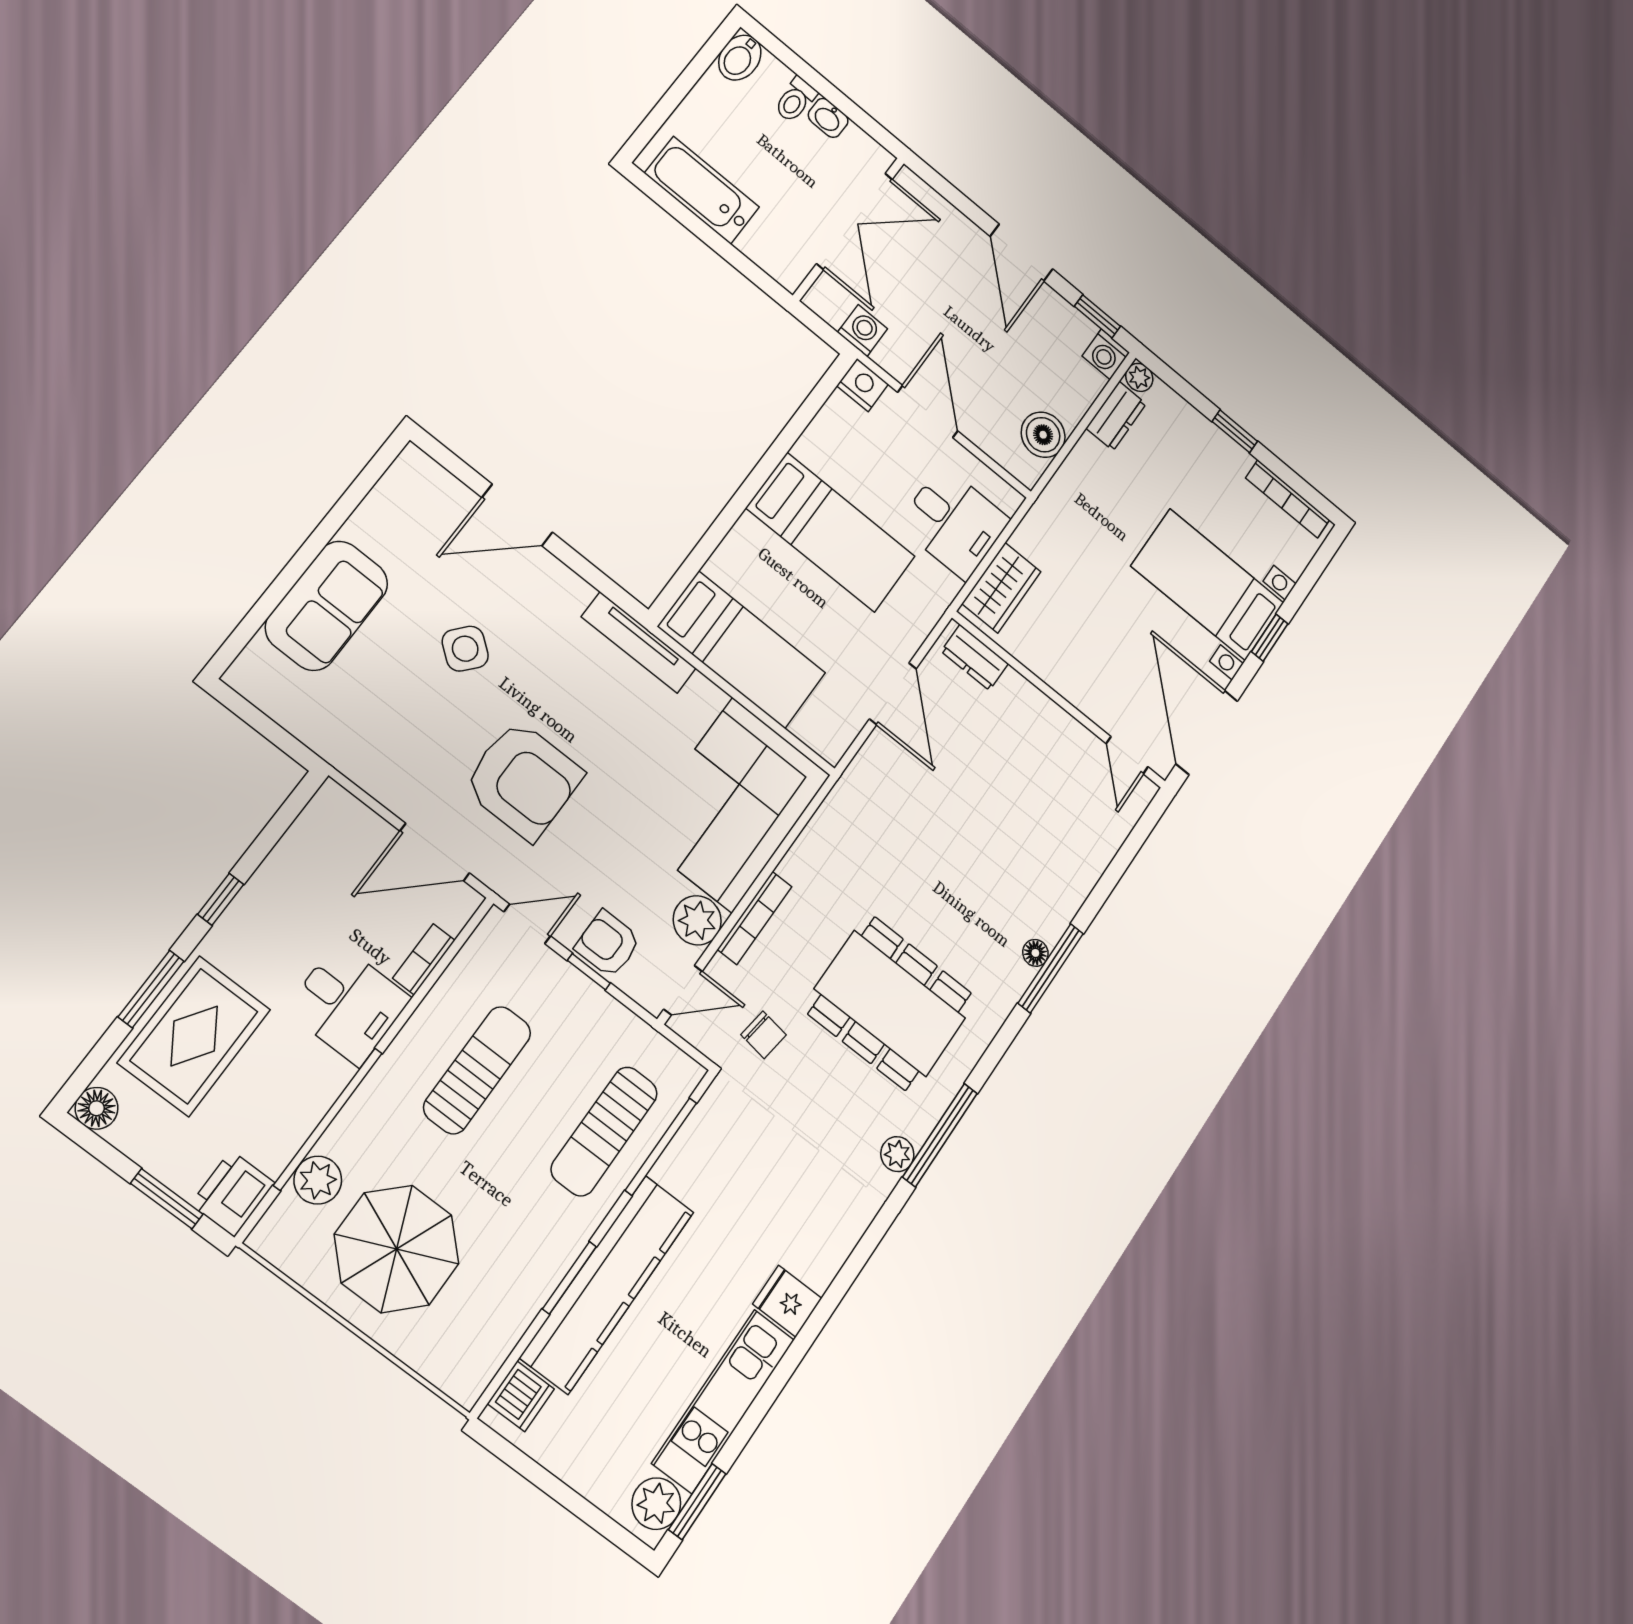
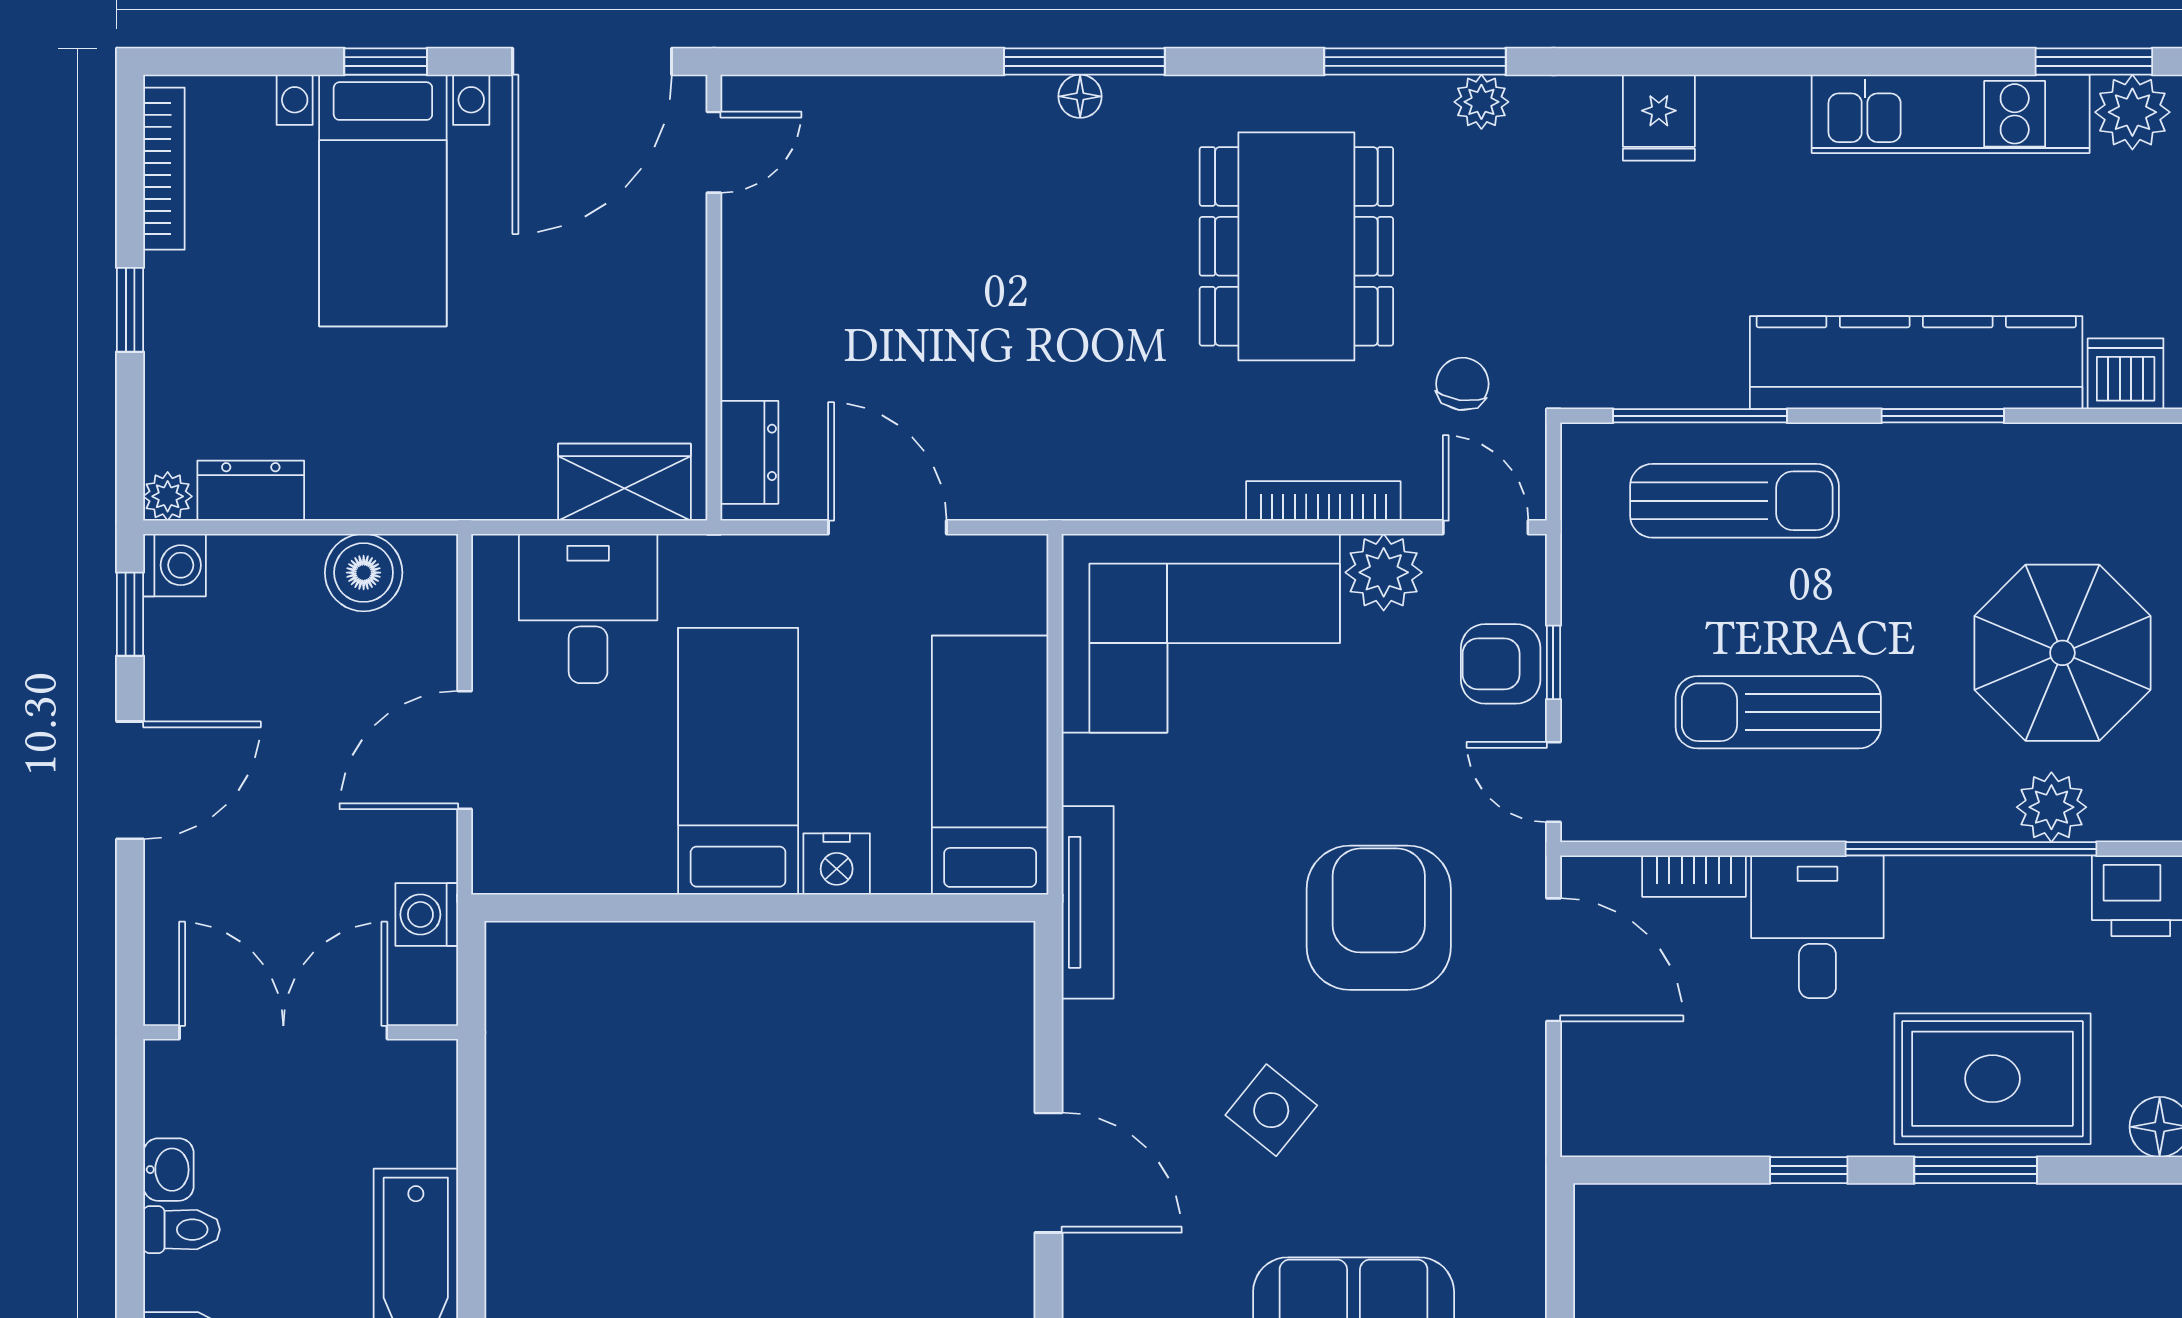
nightstand: (863, 385) -> (837, 864), moved, turned -90
door: (893, 694) -> (887, 527), hinge flipped
armchair: (608, 944) -> (1501, 664), turned 90
fridge: (787, 1301) -> (1659, 118), moved

